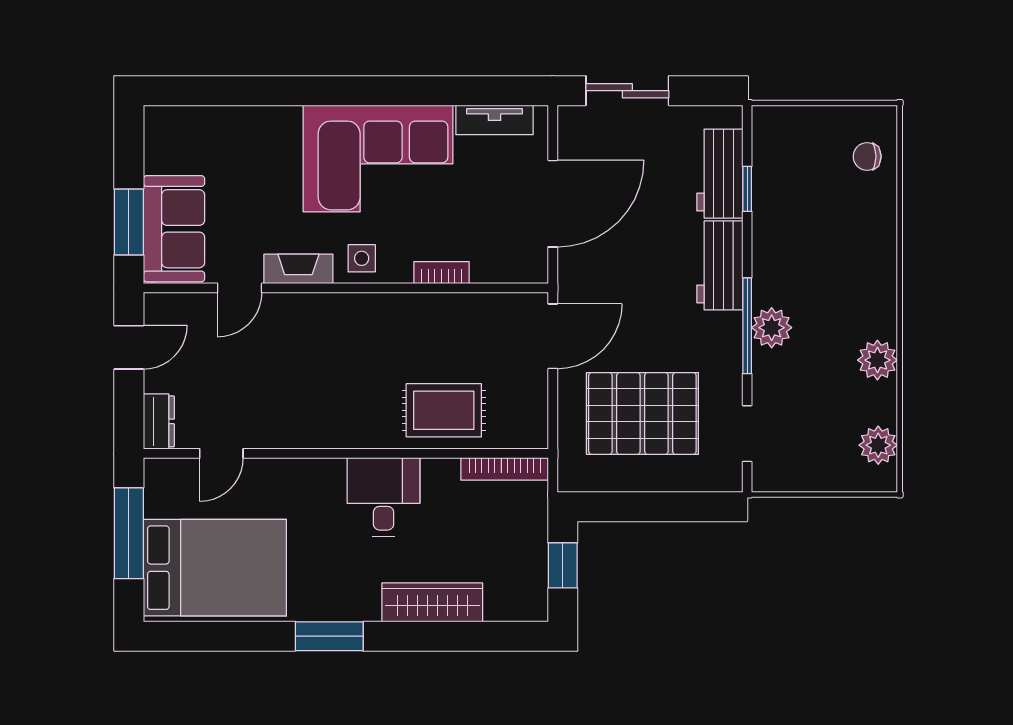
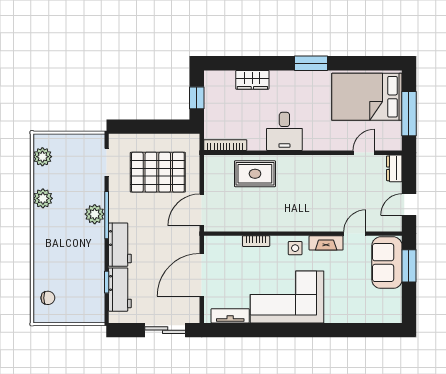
wardrobe: (432, 602) -> (252, 80), width x0.67

